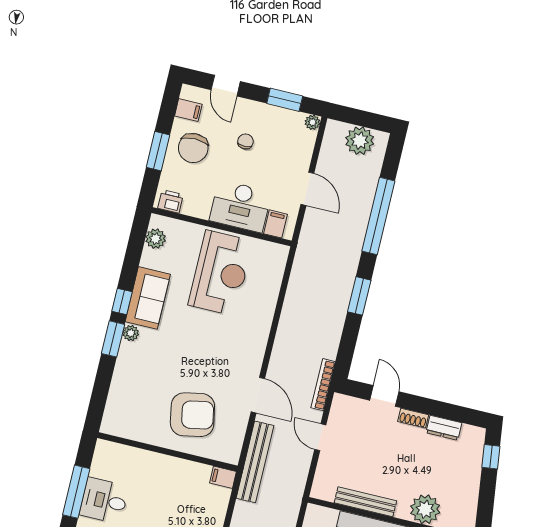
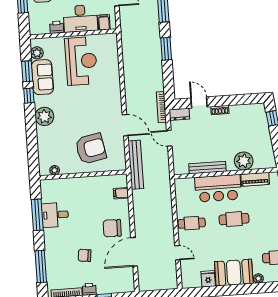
printer: (171, 201) -> (57, 27), moved
sofa: (148, 298) -> (42, 77), moved
plant: (131, 333) -> (44, 116), width x1.87, depth x1.87
window: (113, 339) -> (27, 71), moved
dresser: (444, 428) -> (179, 114), moved
plant: (125, 431) -> (55, 170), added
filing cabinet: (223, 477) -> (121, 193), moved

